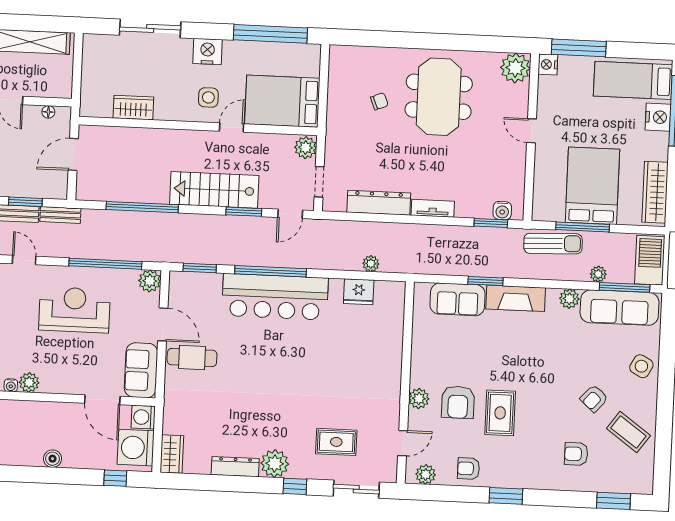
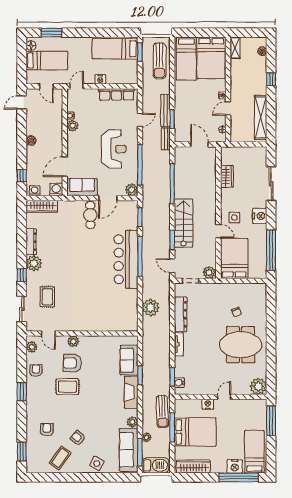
nightstand: (548, 65) -> (208, 404), moved
plant: (371, 264) -> (151, 307), width x1.88, depth x1.88
fridge: (359, 292) -> (131, 305), removed
washing machine: (136, 448) -> (35, 191), width x0.53, depth x0.53
wardrobe: (172, 454) -> (42, 206), width x1.50

